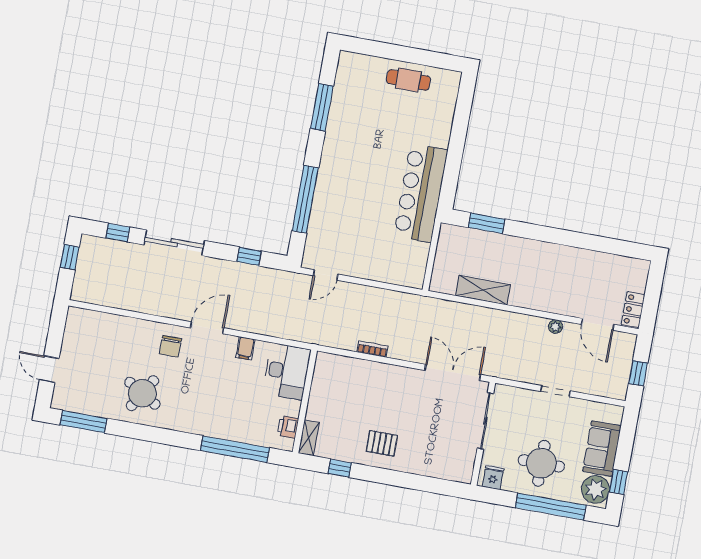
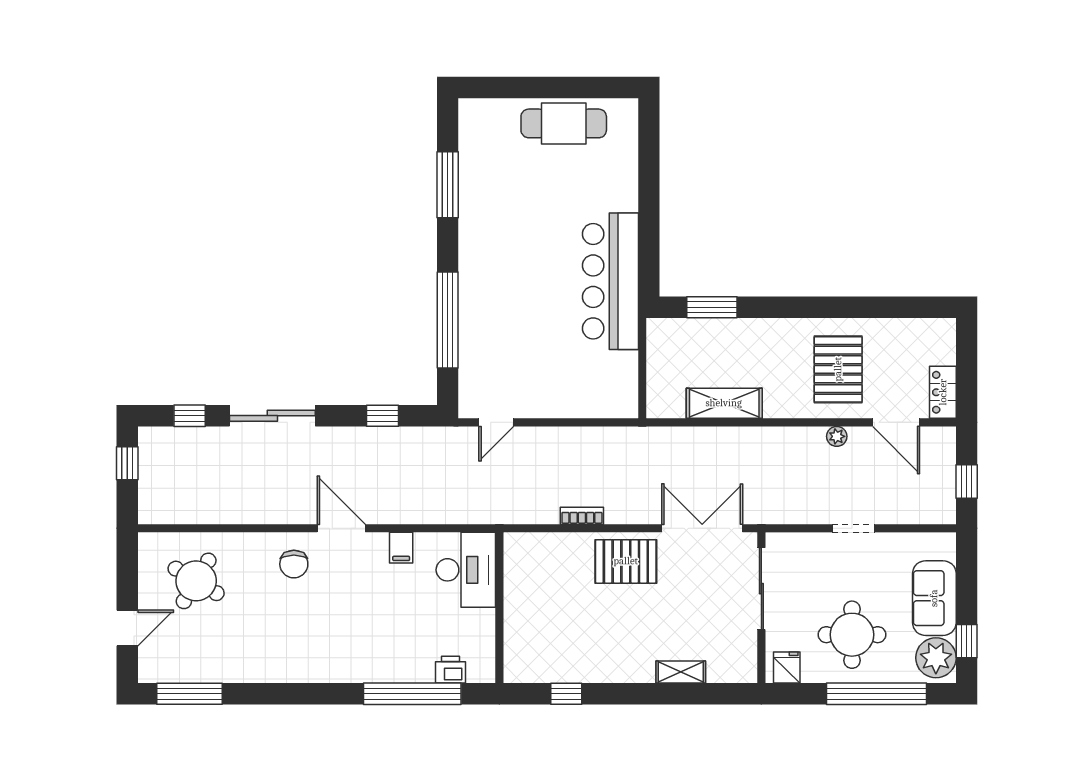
cafe table: (408, 80) -> (564, 123), width x1.37, depth x1.35
pallet: (565, 281) -> (838, 369), added
door: (207, 328) -> (341, 528), hinge flipped
door: (49, 369) -> (127, 628), swing flipped
round table: (142, 393) -> (196, 581), moved
printer: (288, 427) -> (450, 670), moved, turned 90
shelving: (309, 438) -> (681, 672), moved, turned 90
pallet: (382, 443) -> (626, 561), moved, width x1.50, depth x1.42

